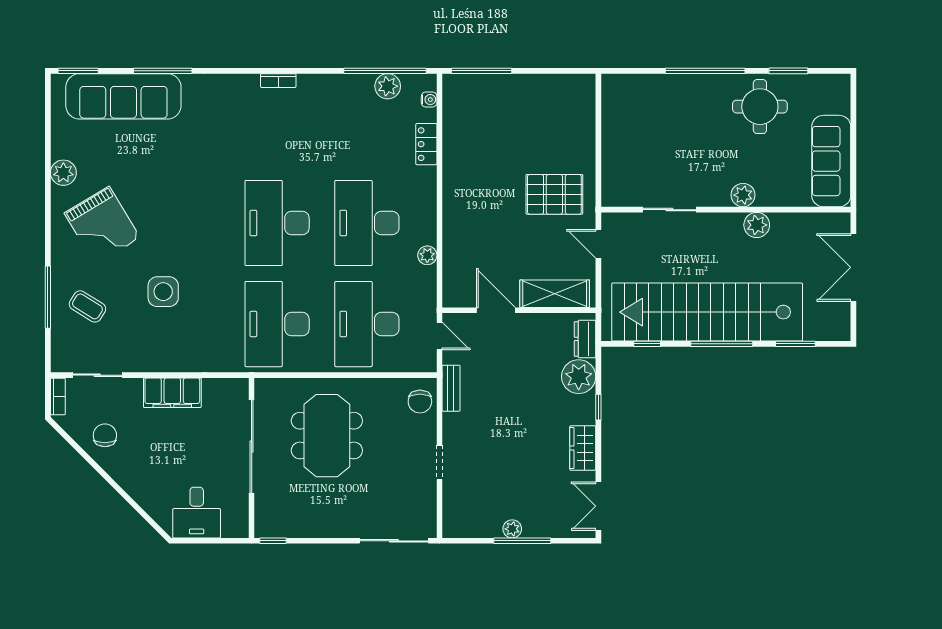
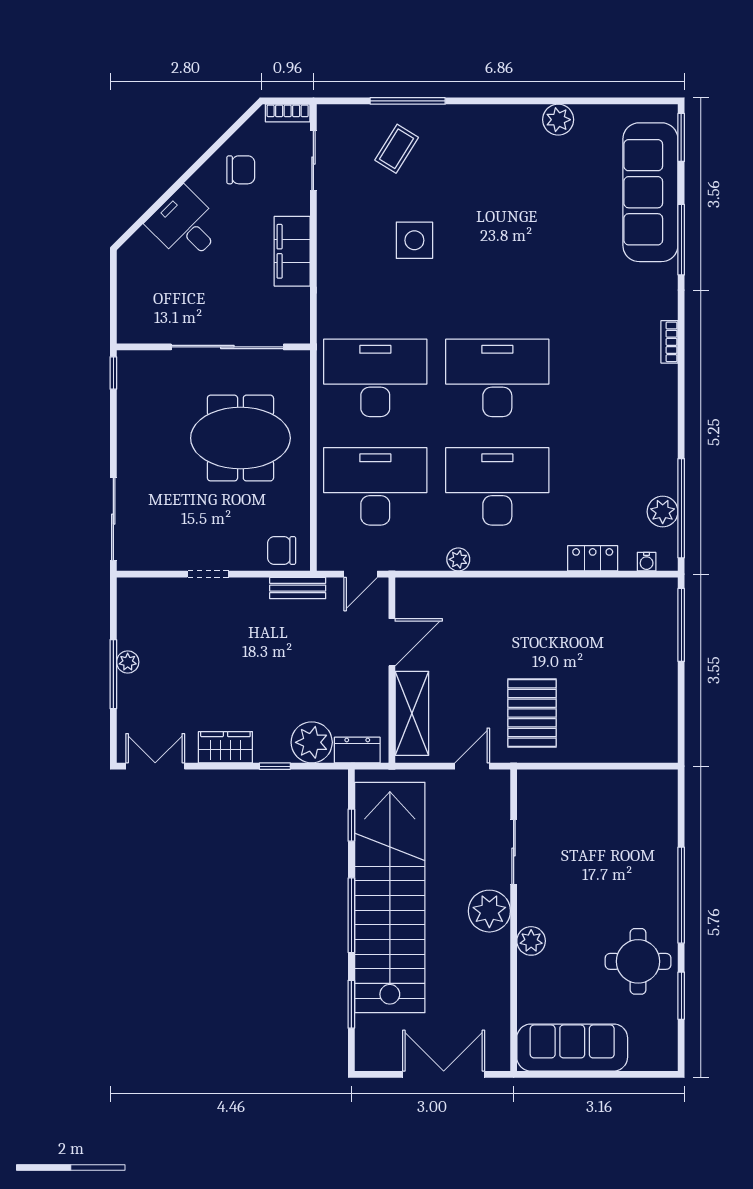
bookcase: (278, 81) -> (669, 342), moved
grand piano: (102, 225) -> (494, 167), removed
plant: (757, 225) -> (489, 911), moved, width x1.36, depth x1.36
desk: (197, 513) -> (185, 225), moved, turned 45

